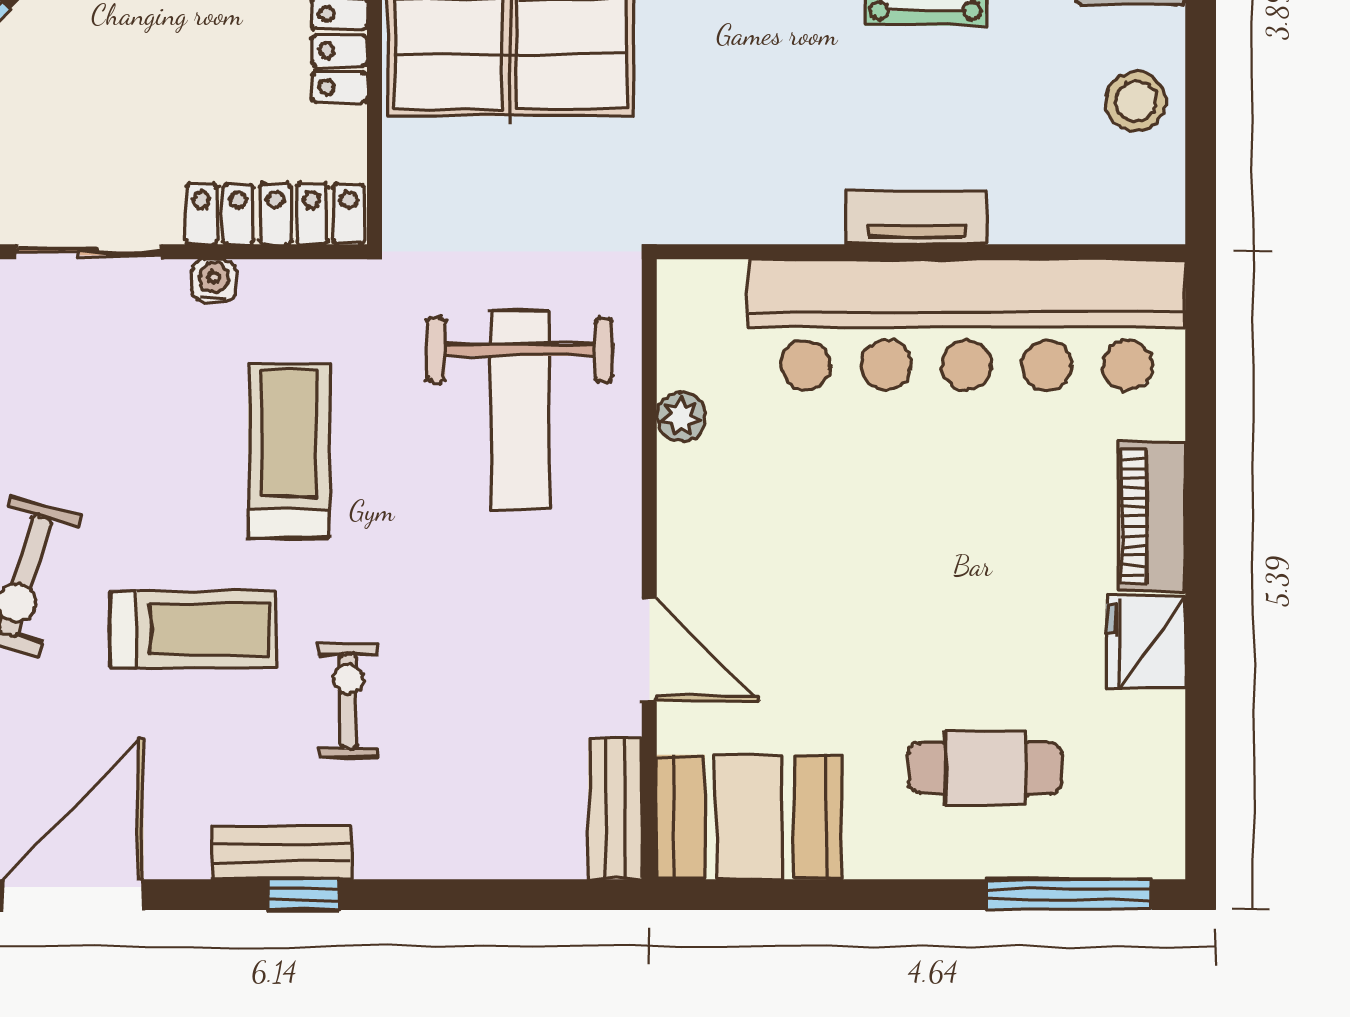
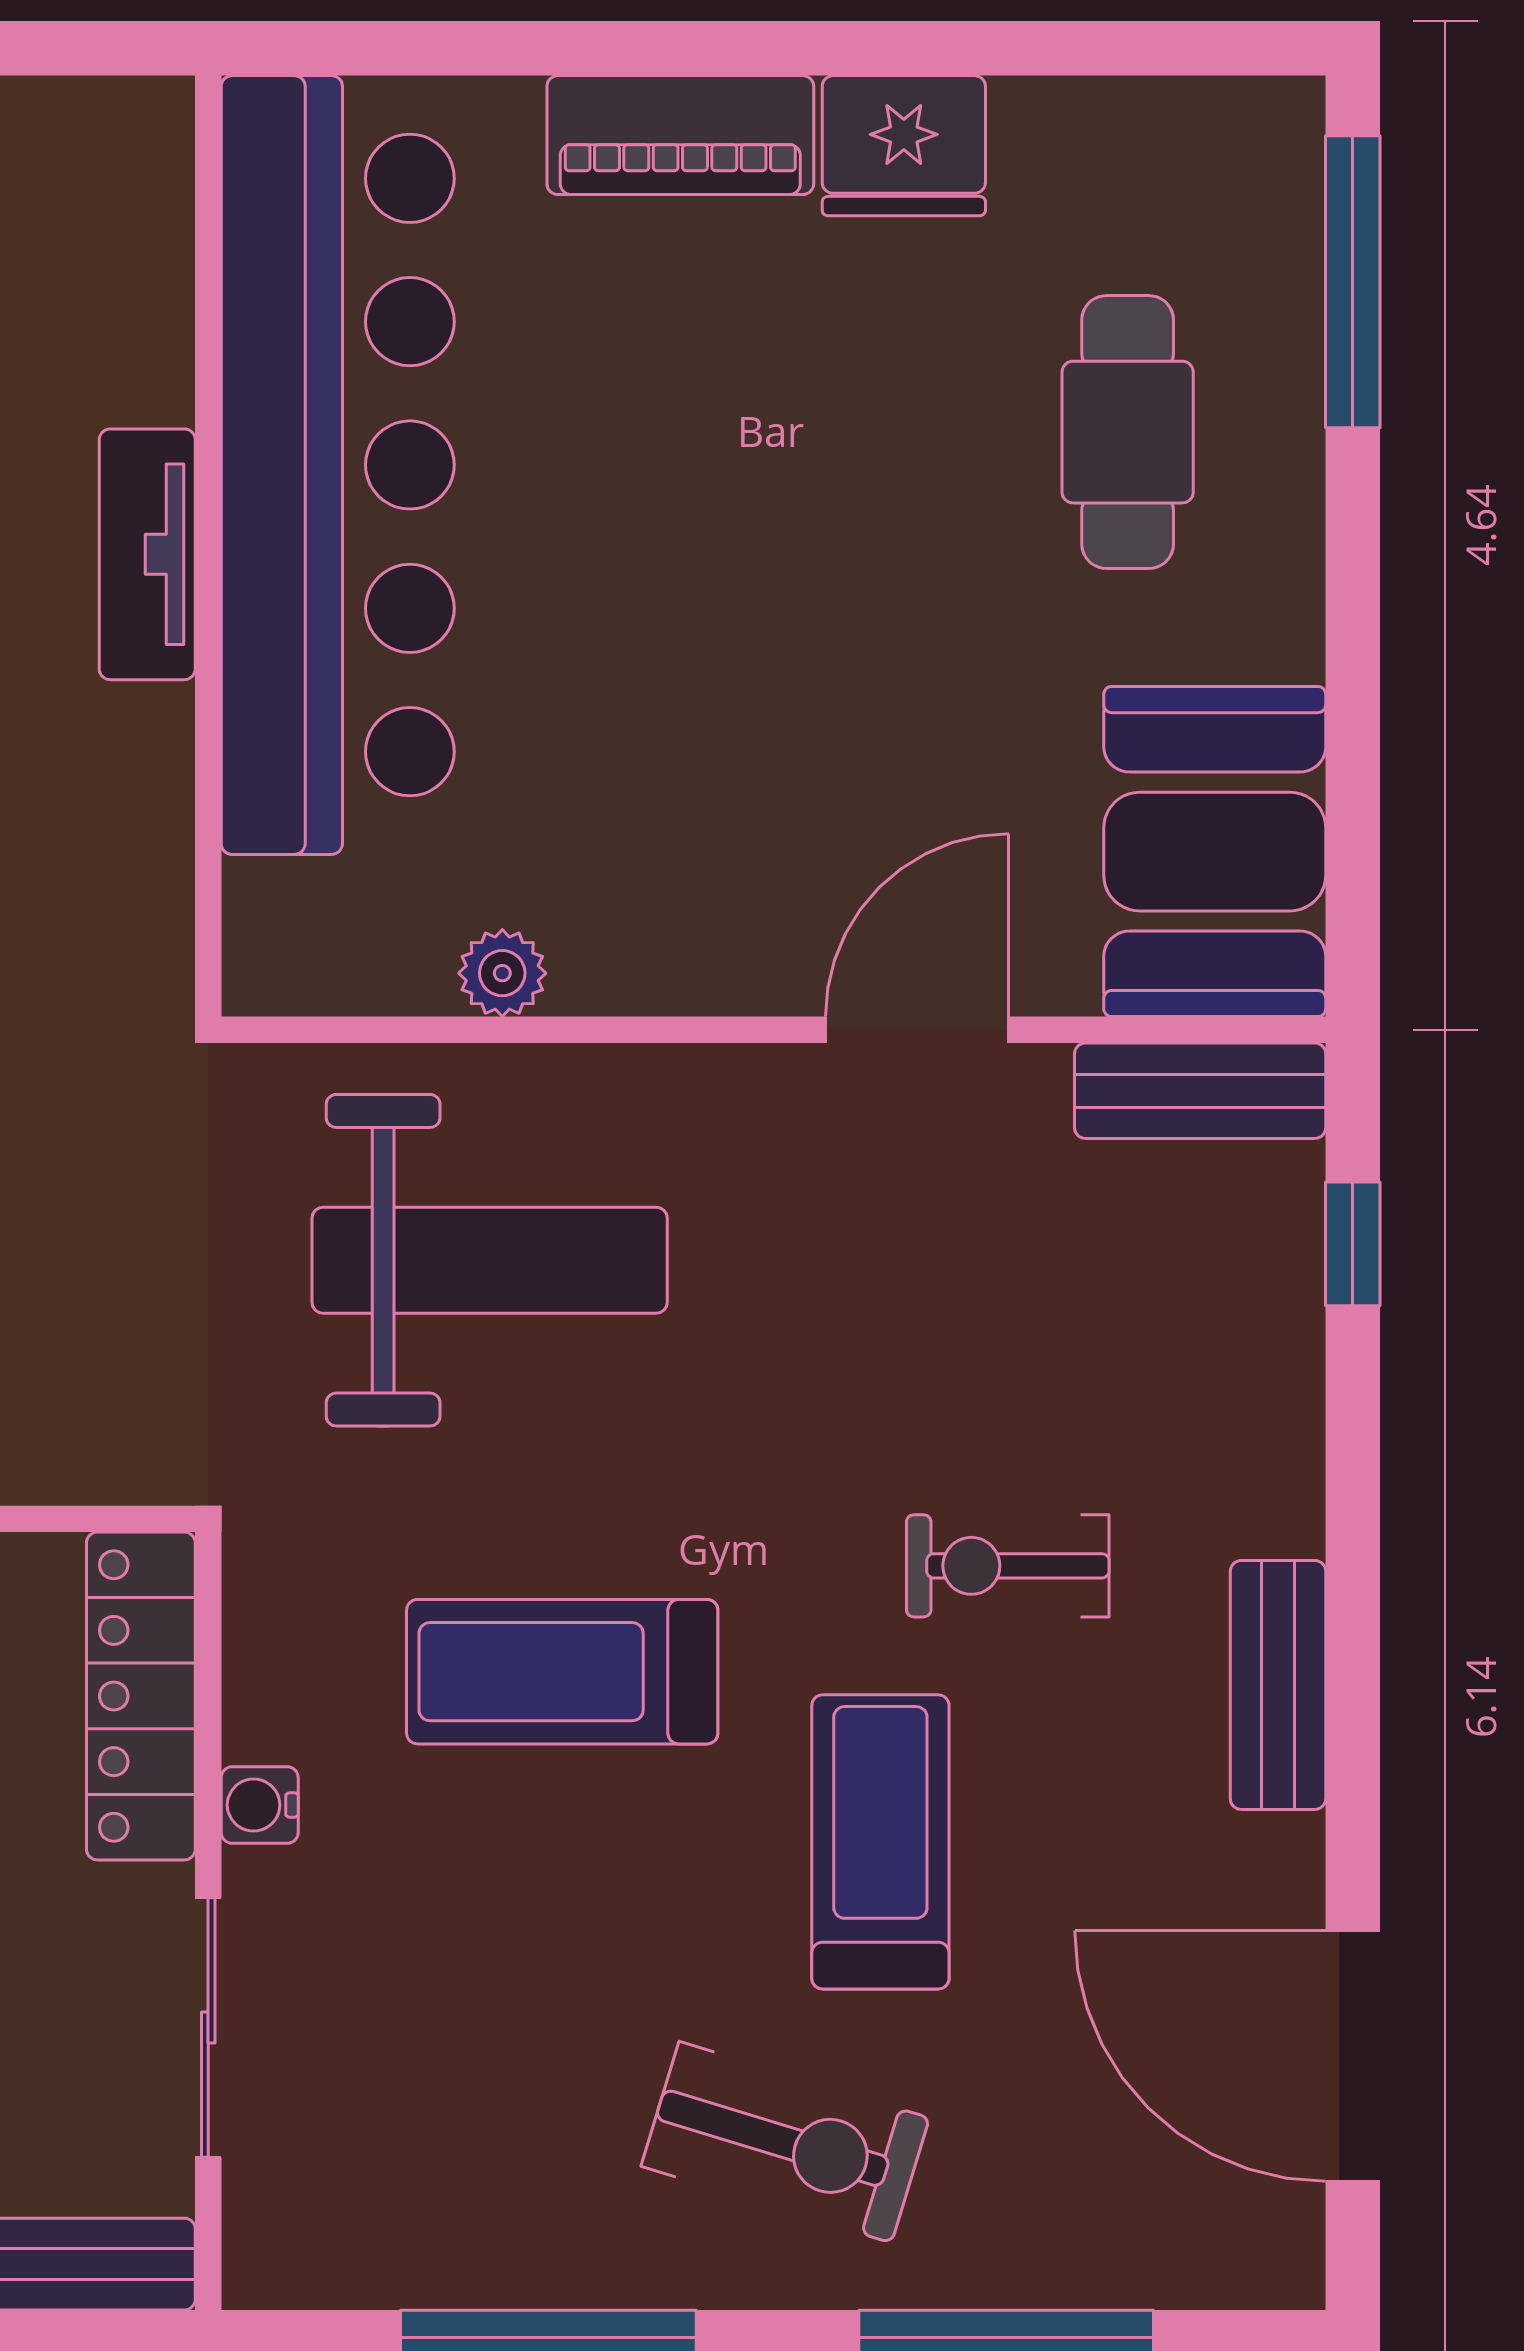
window: (303, 895) -> (1353, 1244), moved

